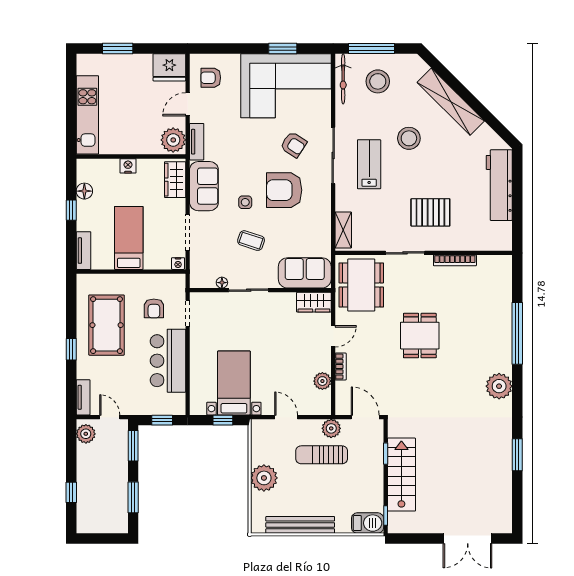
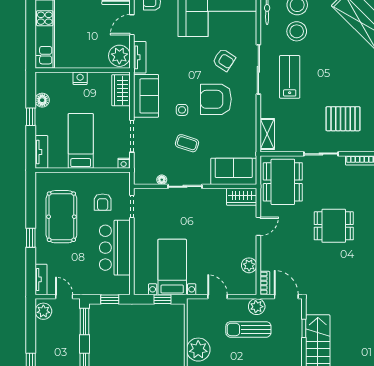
stool: (409, 138) -> (297, 31), moved
dining table: (420, 336) -> (334, 226), turned 90
bookcase: (341, 367) -> (265, 283), moved

